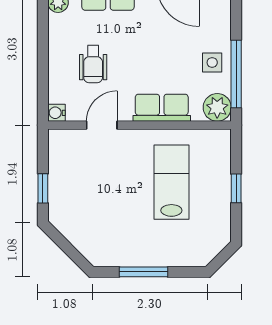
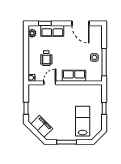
plant: (217, 107) -> (96, 76), removed
lab bench: (171, 182) -> (83, 121), moved
filing cabinet: (82, 233) -> (42, 126), added

